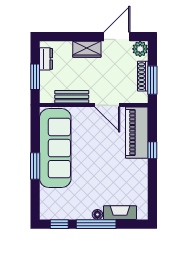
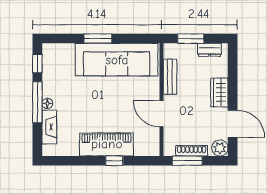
door: (107, 105) -> (161, 114), hinge flipped
piano: (137, 133) -> (107, 144), moved

